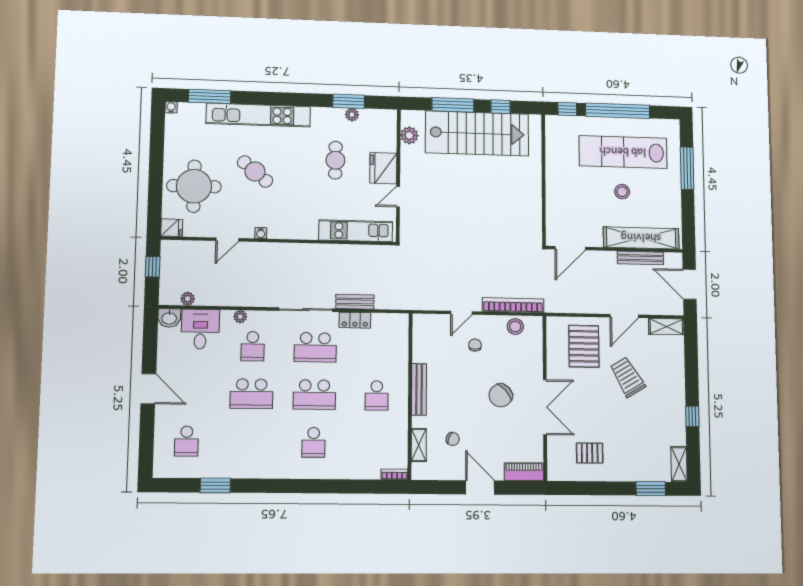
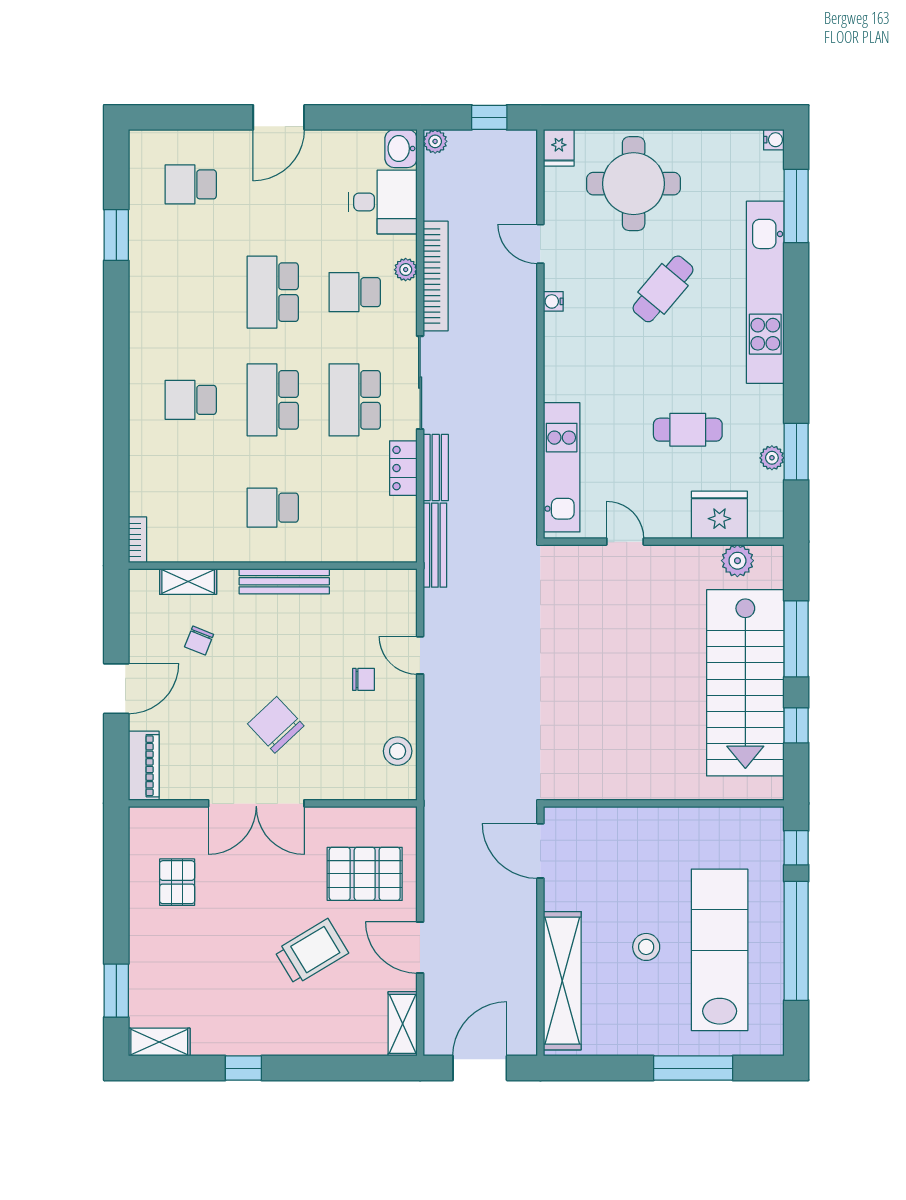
fridge: (383, 168) -> (719, 515), moved
bench: (640, 258) -> (435, 545), moved
plant: (188, 299) -> (435, 141), moved
bookcase: (513, 305) -> (436, 276), moved

